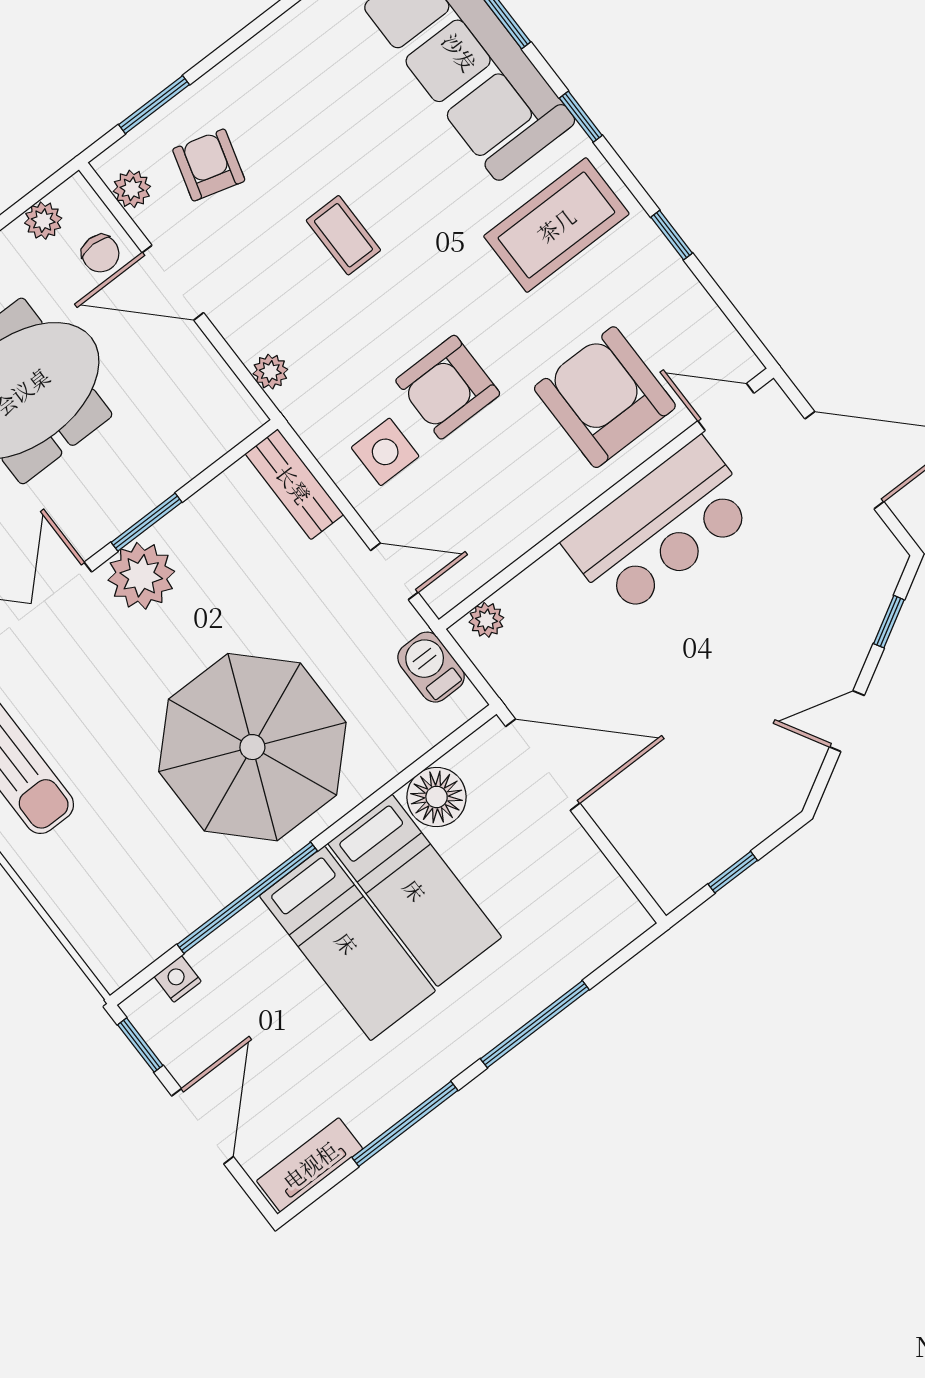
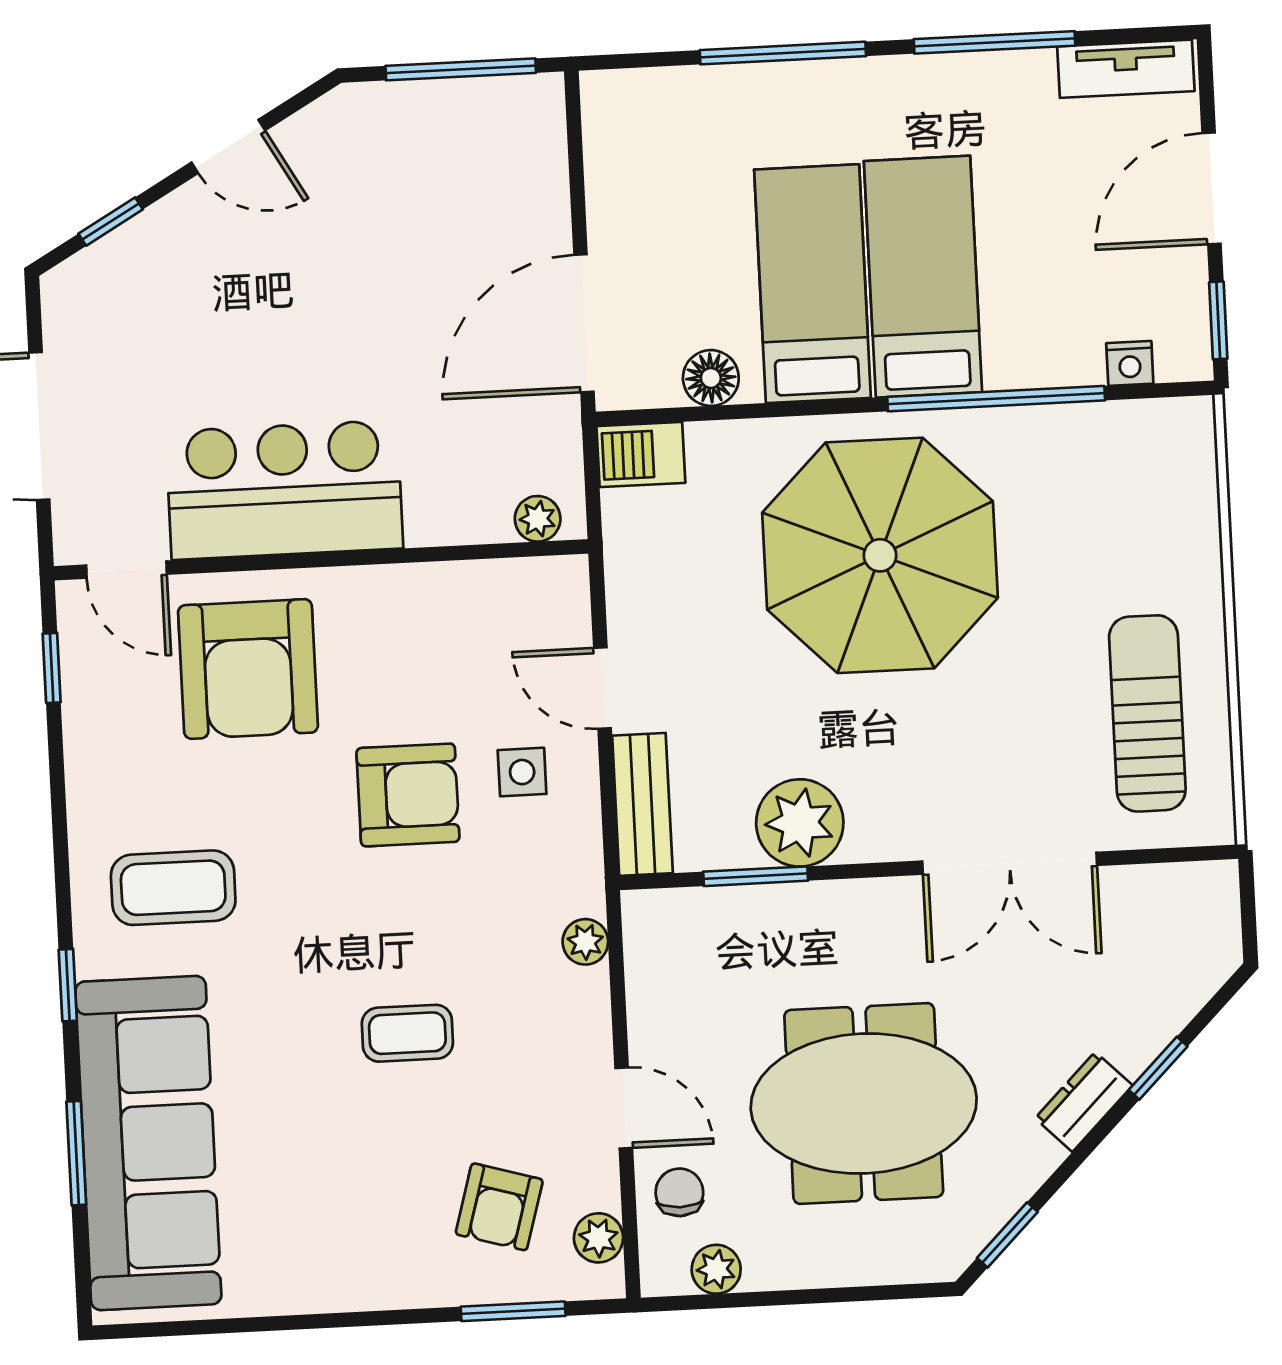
coffee table: (556, 225) -> (173, 888), width x0.73, depth x0.76
coffee table: (343, 235) -> (407, 1033), turned 90
window: (672, 235) -> (52, 668), moved
door: (173, 283) -> (624, 1108), width x0.73
side table: (385, 452) -> (522, 772), width x0.73, depth x0.73
window: (146, 522) -> (756, 876), moved
door: (394, 571) -> (602, 688), moved
plant: (141, 576) -> (800, 823), moved
barbecue: (431, 667) -> (641, 455), moved, turned 90
door: (543, 765) -> (584, 323), hinge flipped
floor lamp: (437, 797) -> (711, 378), width x0.73, depth x0.73
window: (733, 872) -> (461, 69), width x2.17

